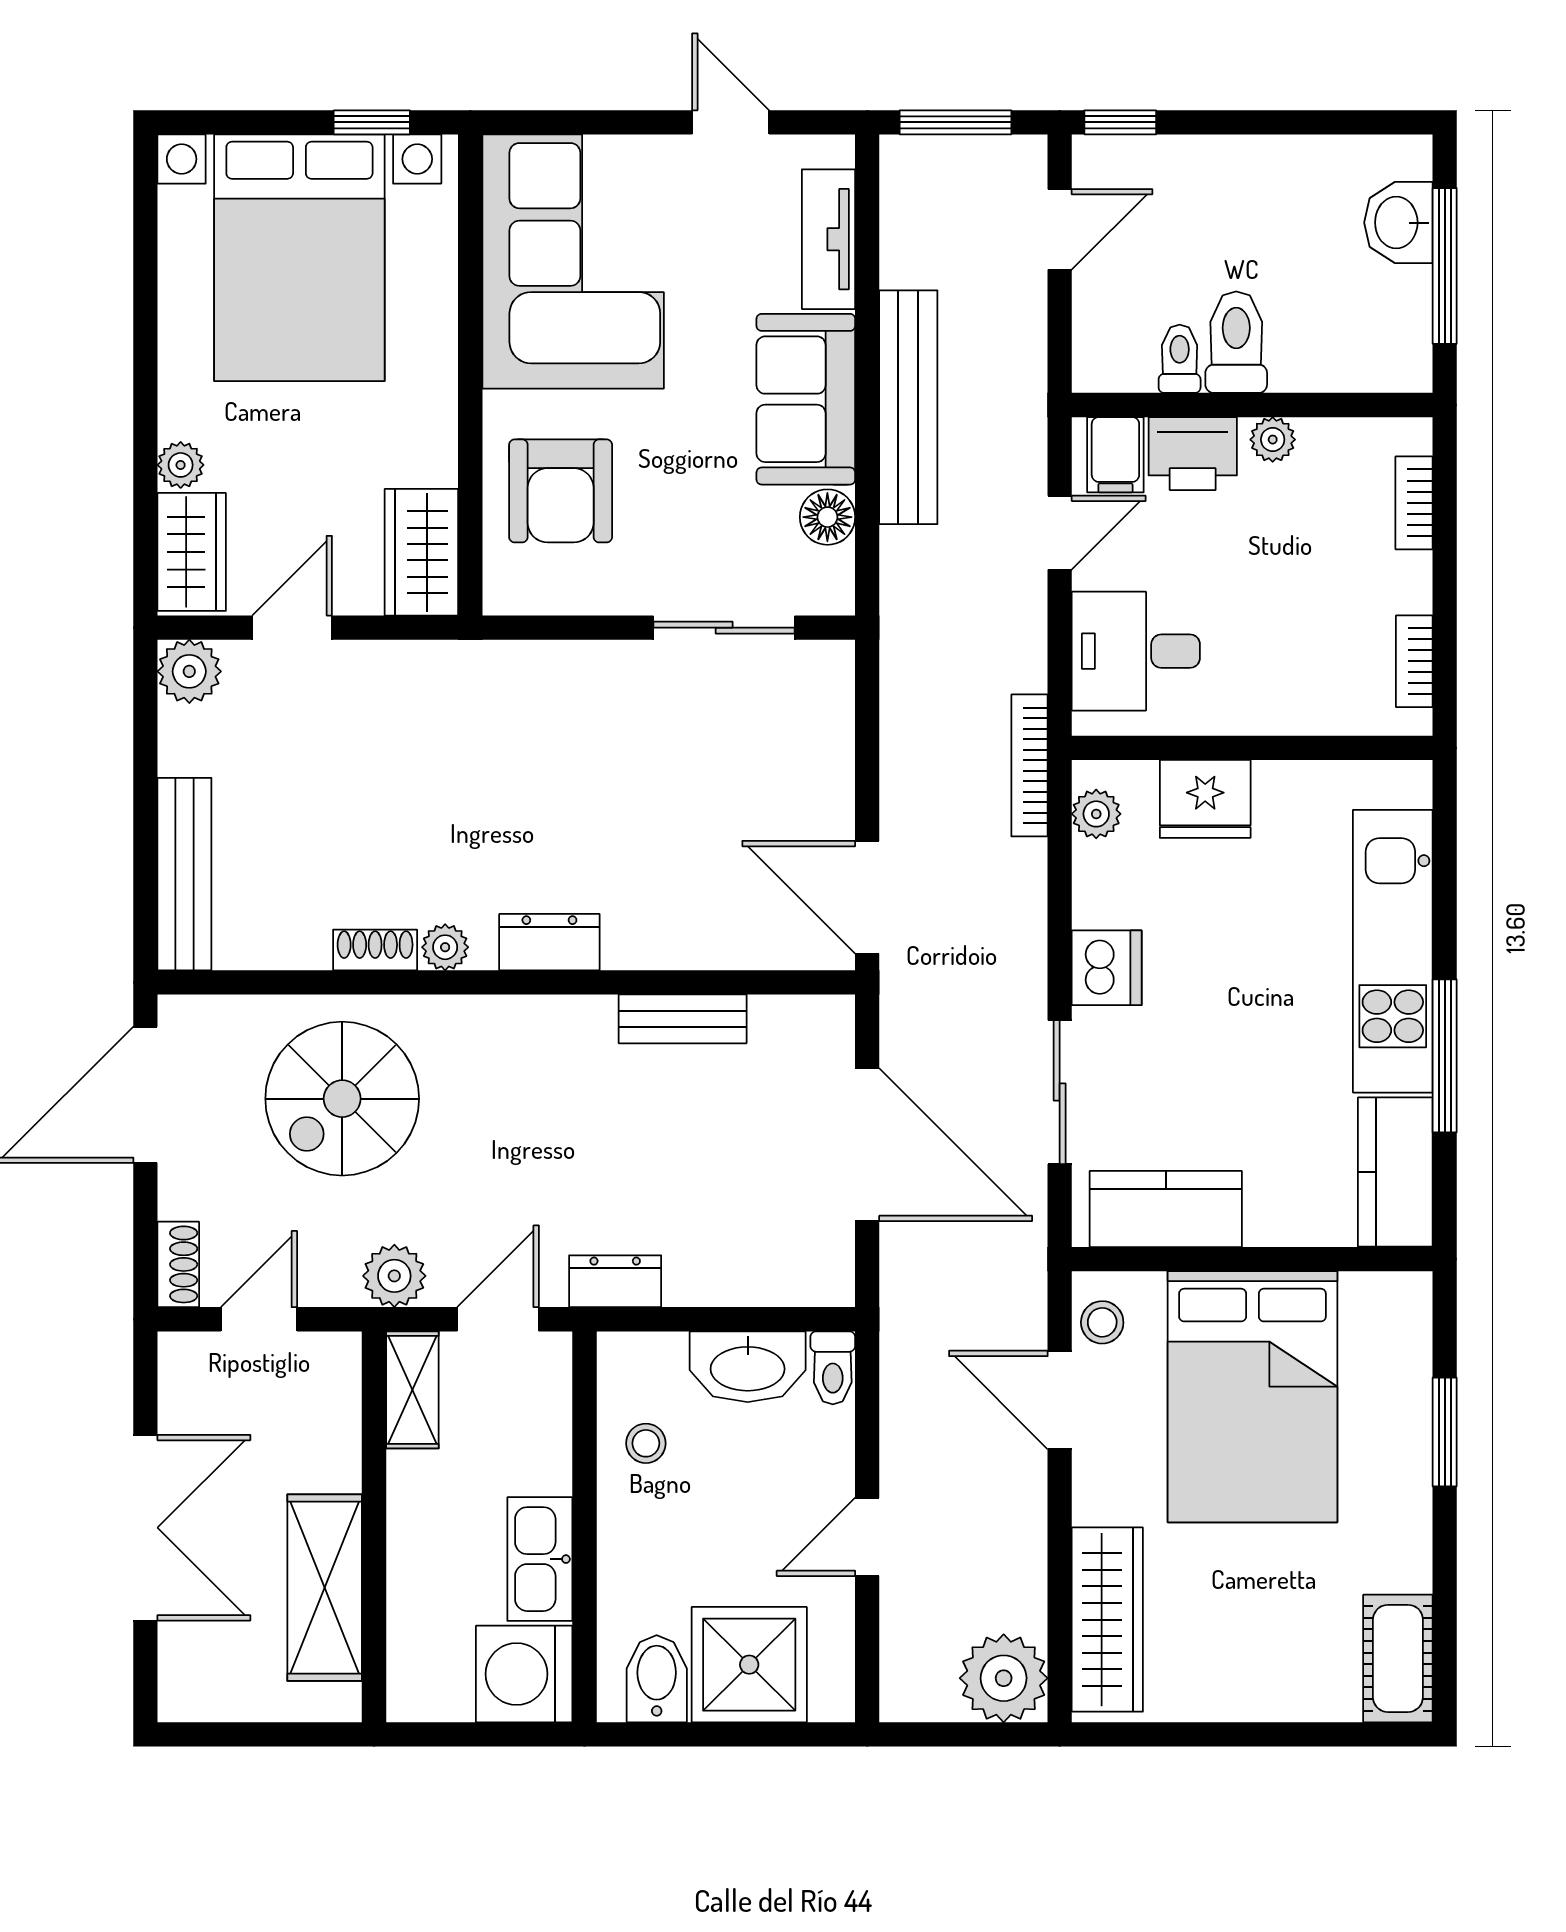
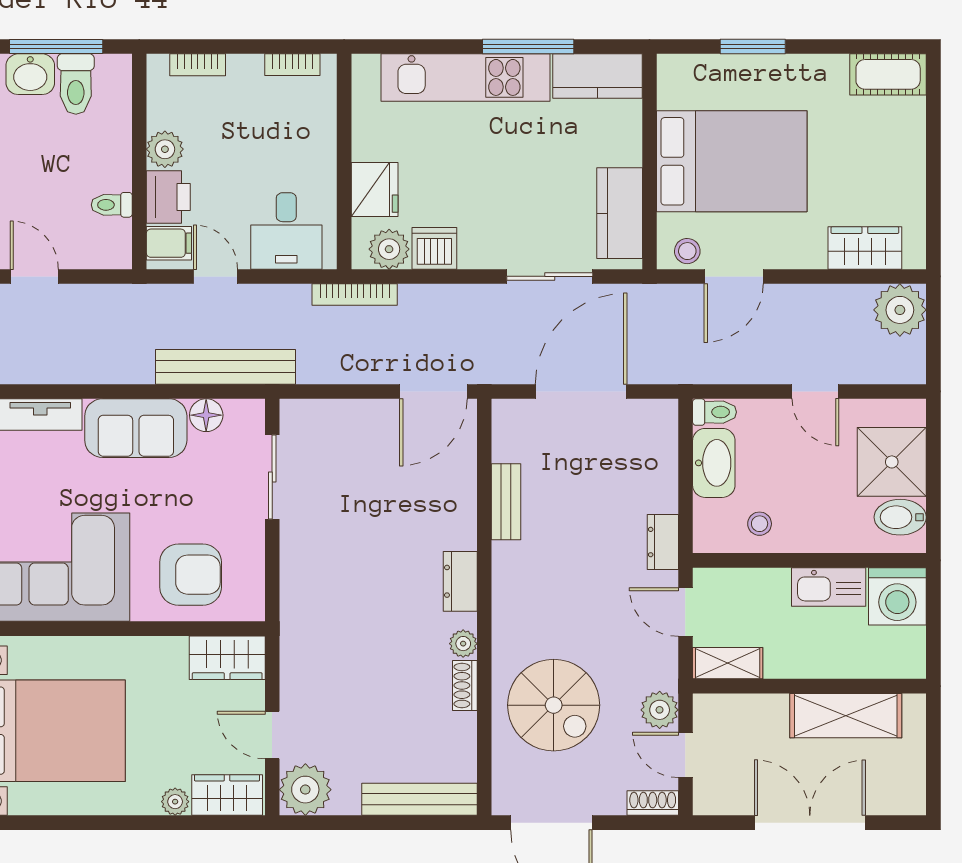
toilet: (1236, 342) -> (76, 84), moved, turned -90
bench: (908, 407) -> (225, 367), moved
plant: (1273, 440) -> (165, 149), width x1.38, depth x1.38
plant: (189, 671) -> (305, 790), width x1.36, depth x1.36
plant: (1096, 814) -> (389, 249), width x1.38, depth x1.38
dishwasher: (1107, 968) -> (434, 248), moved
plant: (394, 1276) -> (660, 710), moved
wardrobe: (1107, 1620) -> (865, 248), width x0.67

